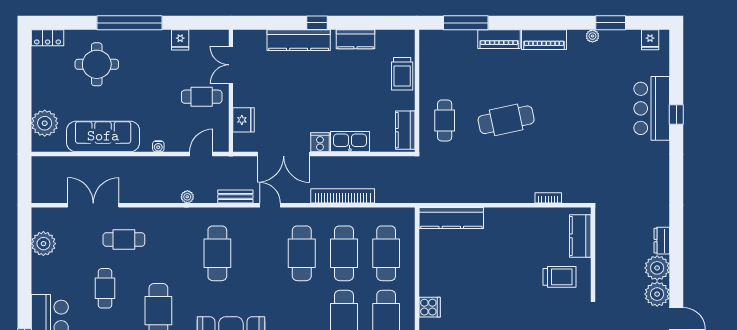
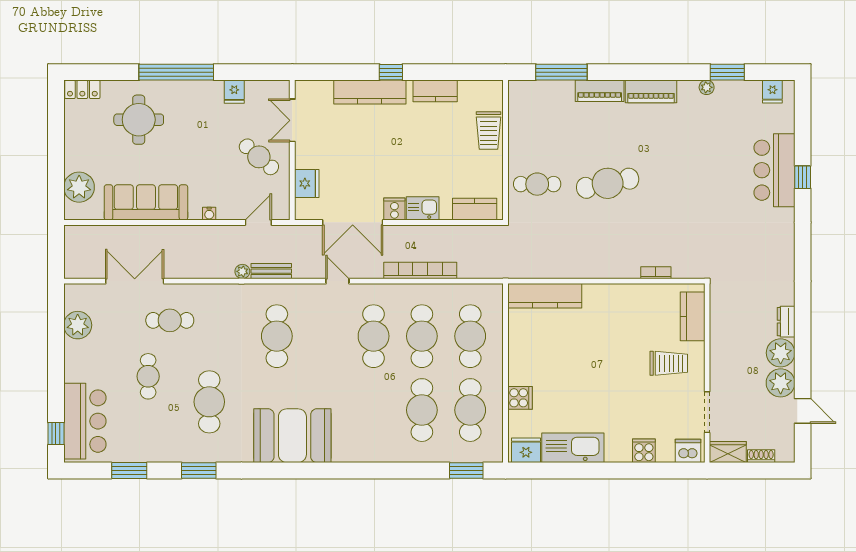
cafe table: (202, 97) -> (259, 157), turned 41
cafe table: (445, 120) -> (537, 184), turned 90
kitchen counter: (405, 130) -> (475, 209), moved, turned 90
kitchen sink: (350, 142) -> (423, 208), width x0.73
bench: (235, 196) -> (271, 271), moved

